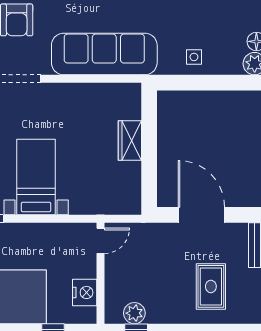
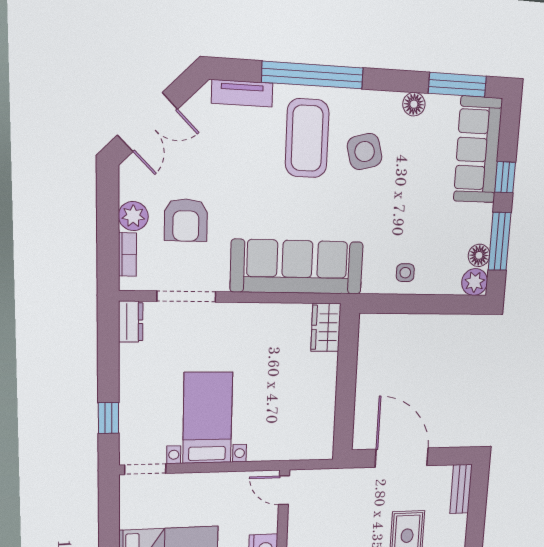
wardrobe: (130, 140) -> (326, 327), moved
door: (101, 241) -> (284, 490), swing flipped

